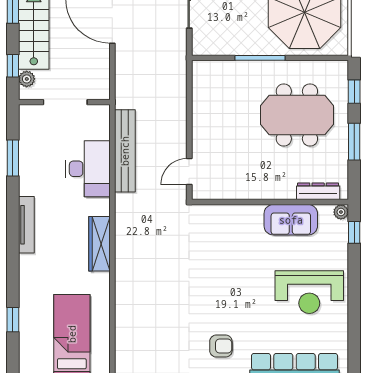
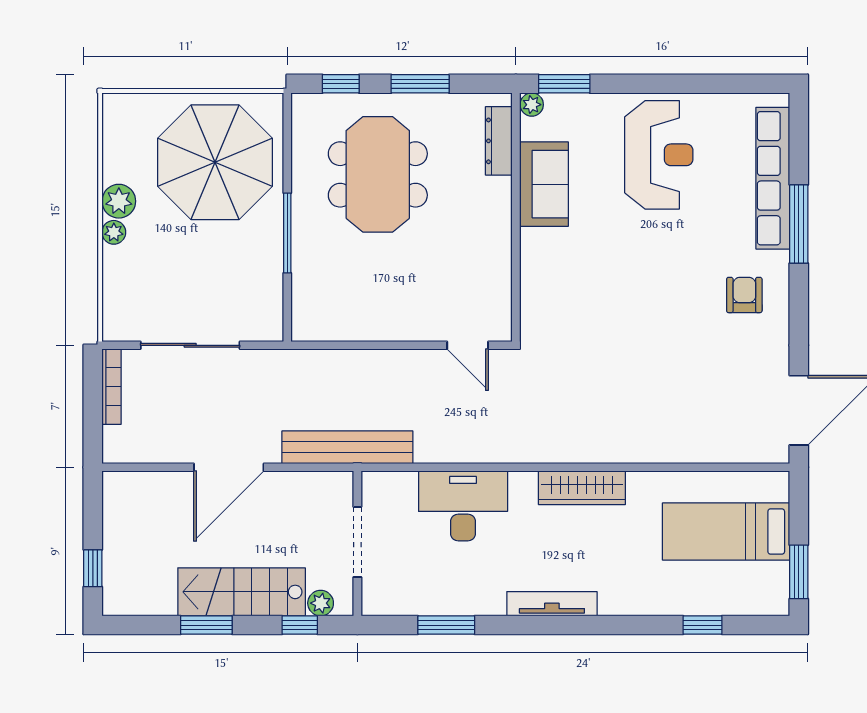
bench: (125, 151) -> (347, 447), moved
window: (354, 232) -> (564, 84), width x1.50

